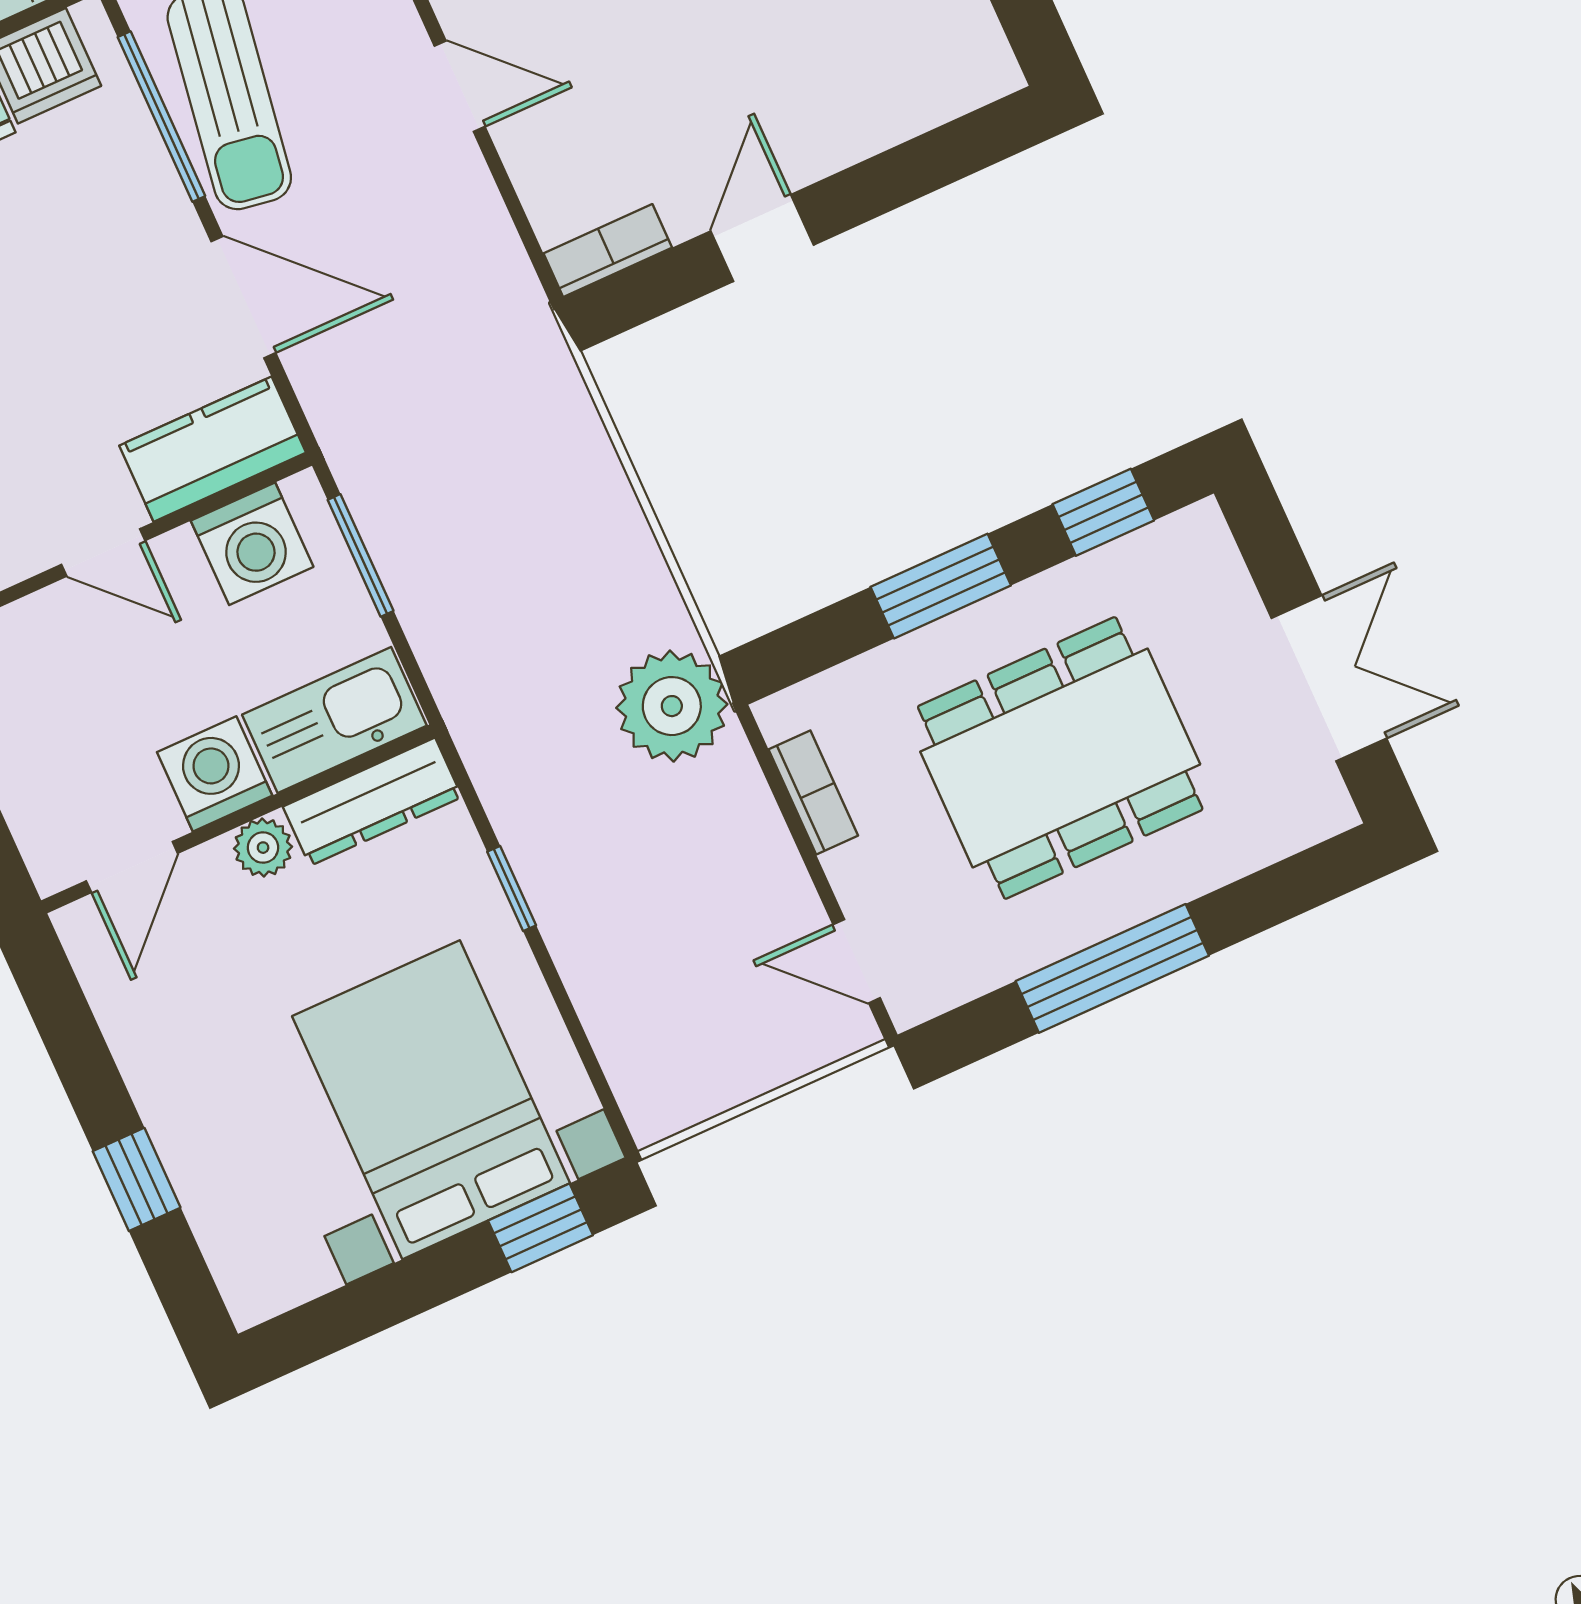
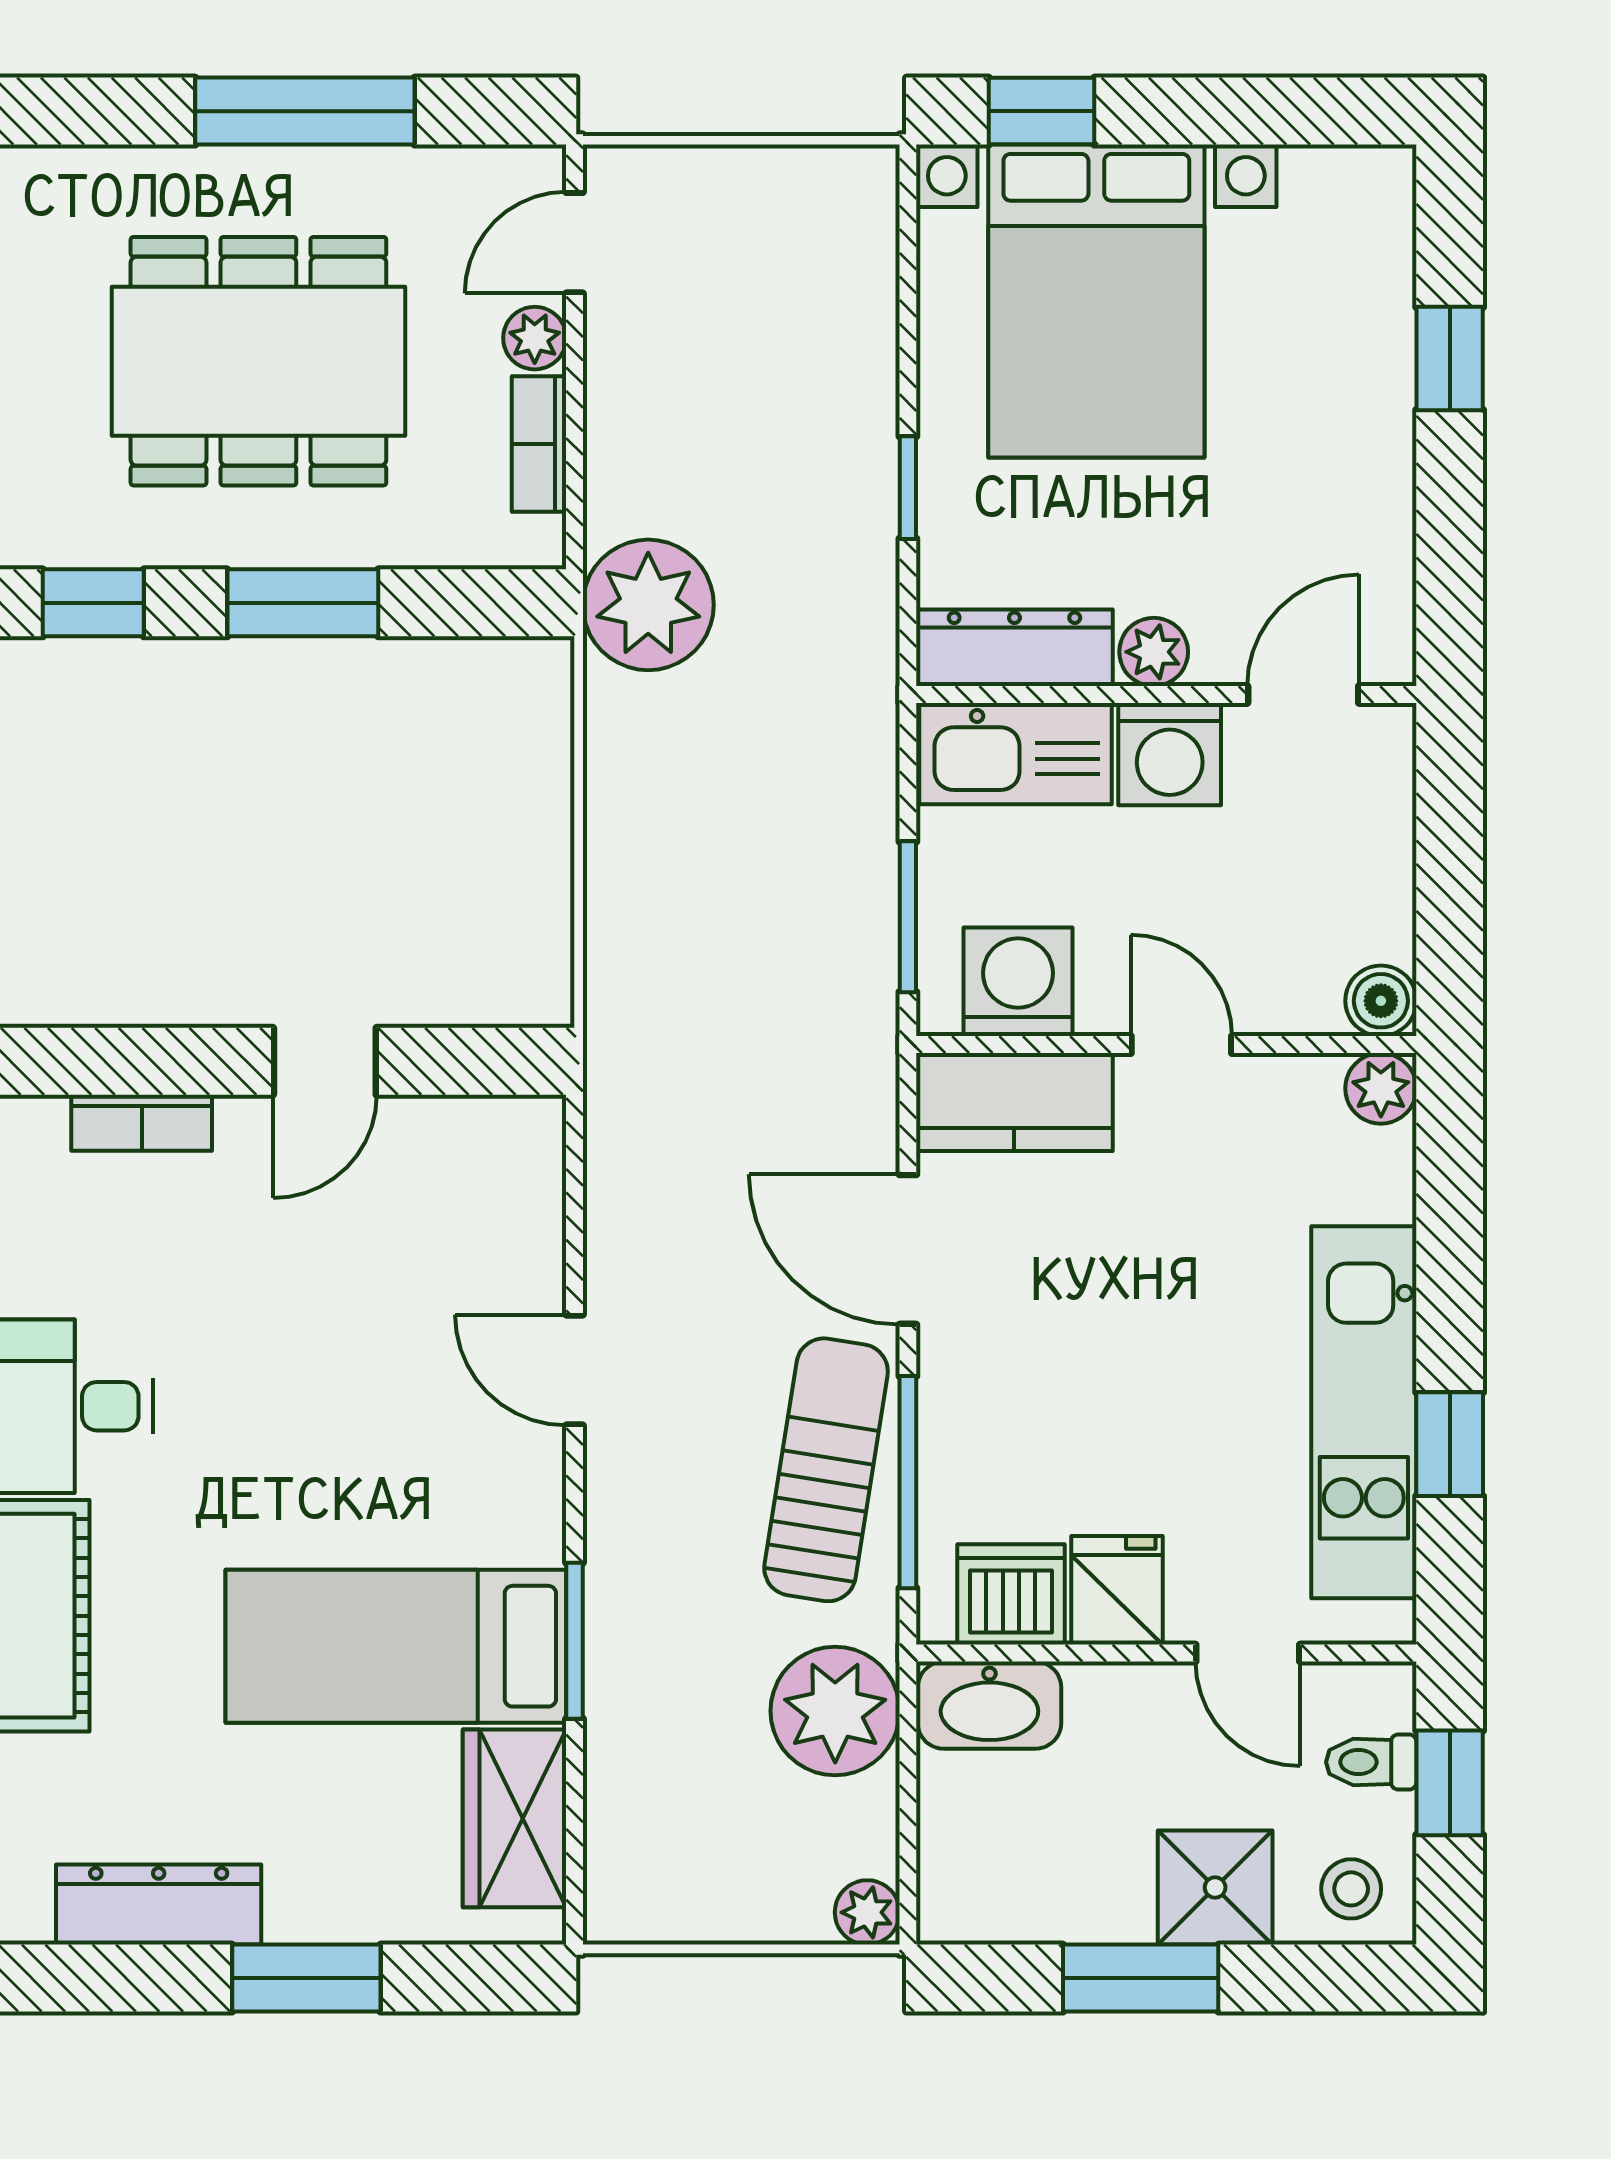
bookcase: (608, 251) -> (142, 1123), moved
plant: (854, 873) -> (535, 338), added
door: (857, 961) -> (574, 243), swing flipped

